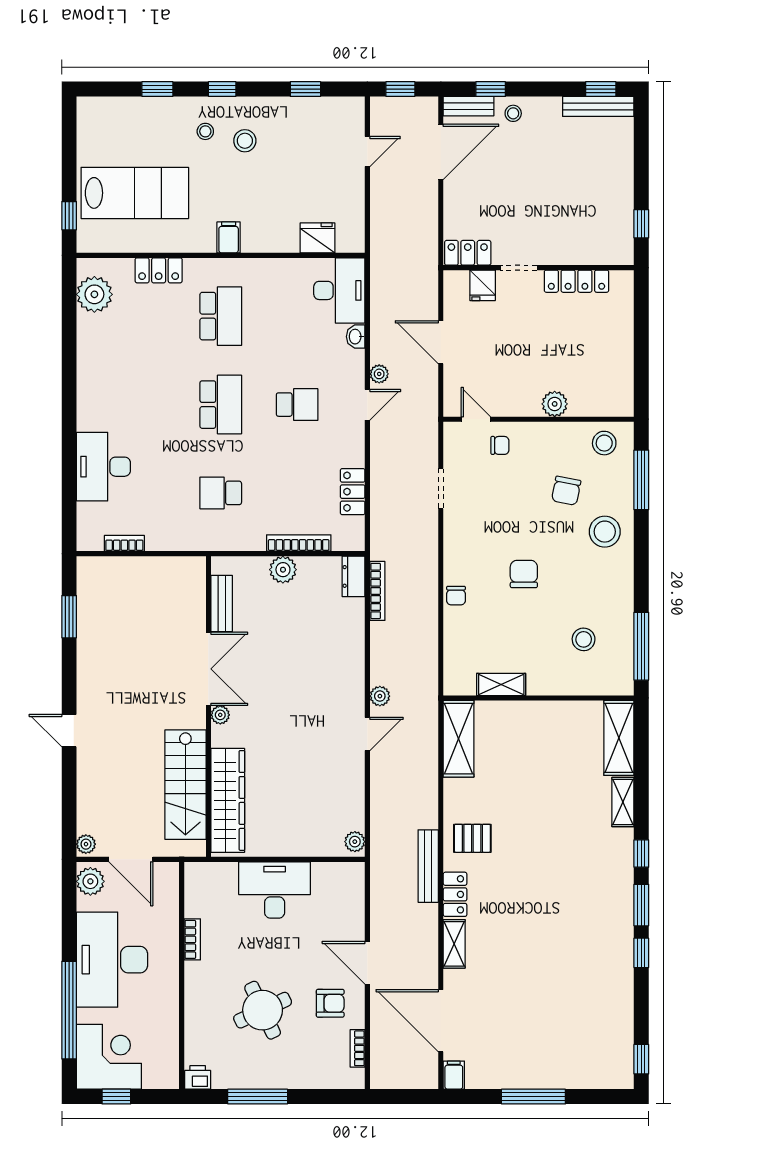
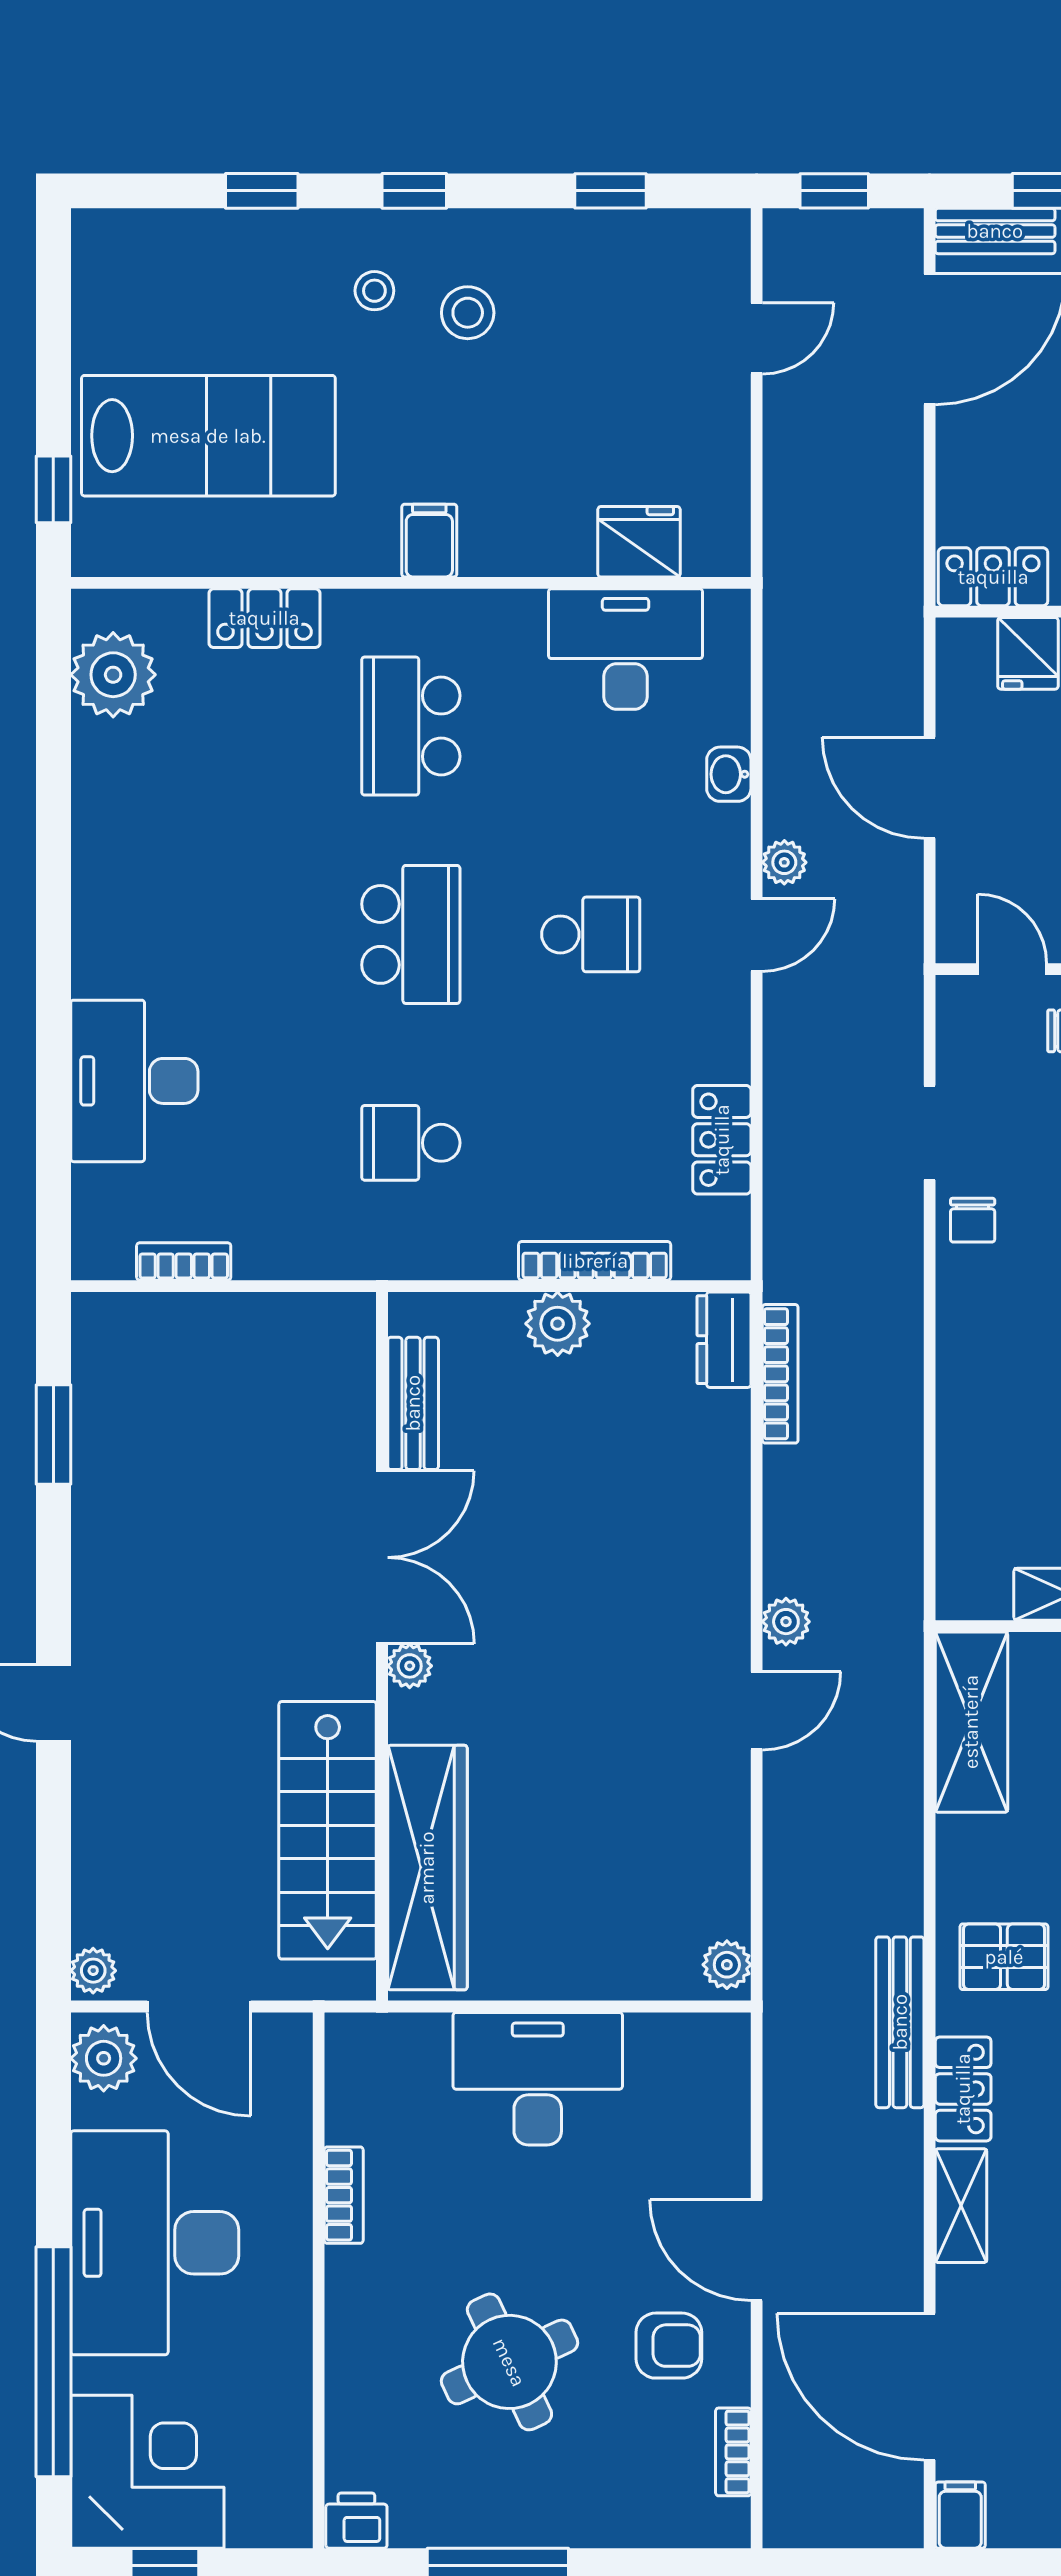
desk: (339, 290) -> (626, 649), moved, turned -90
school desk: (221, 316) -> (411, 726), turned 180
chair: (456, 596) -> (973, 1220), moved

